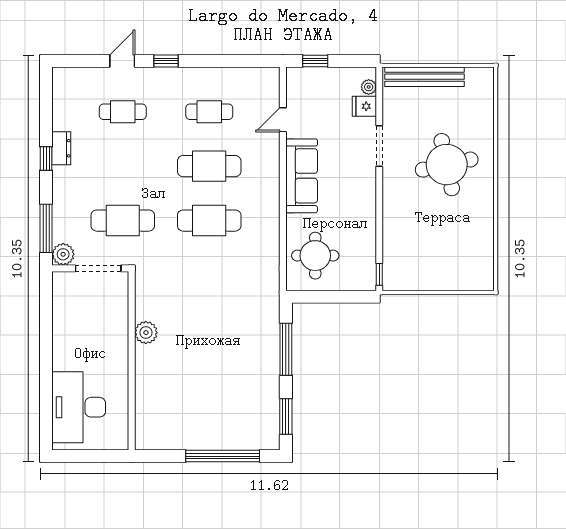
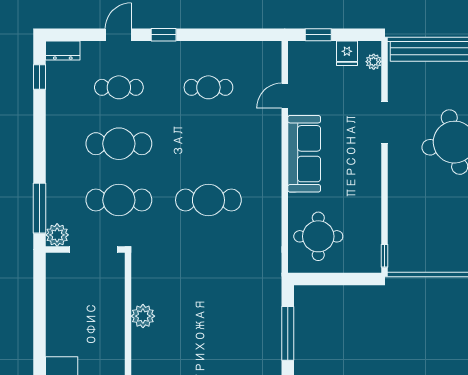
fridge: (364, 106) -> (347, 53), moved, turned -90
dresser: (61, 148) -> (63, 51), moved, turned 90
window: (46, 158) -> (39, 77), moved
cafe table: (209, 166) -> (119, 144), moved

